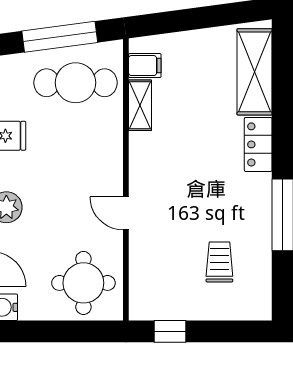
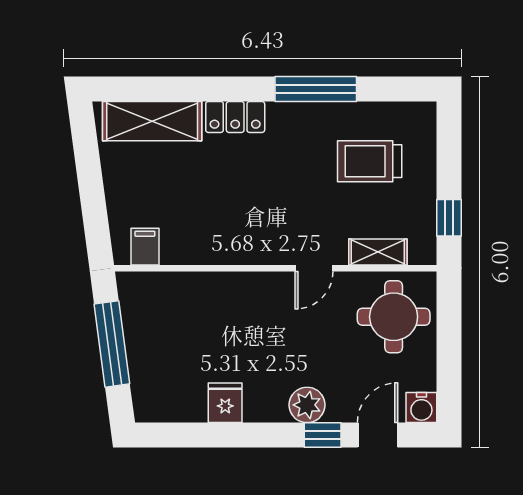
cafe table: (76, 83) -> (165, 326), removed
shelving: (140, 105) -> (378, 252), moved
trolley: (219, 262) -> (370, 161), width x1.36, depth x1.39

